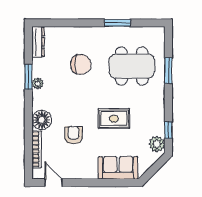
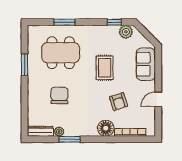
dining table: (132, 66) -> (61, 53), turned 90
plant: (38, 83) -> (59, 131), moved
armchair: (73, 135) -> (119, 102), turned -108
door: (53, 183) -> (158, 99), moved

